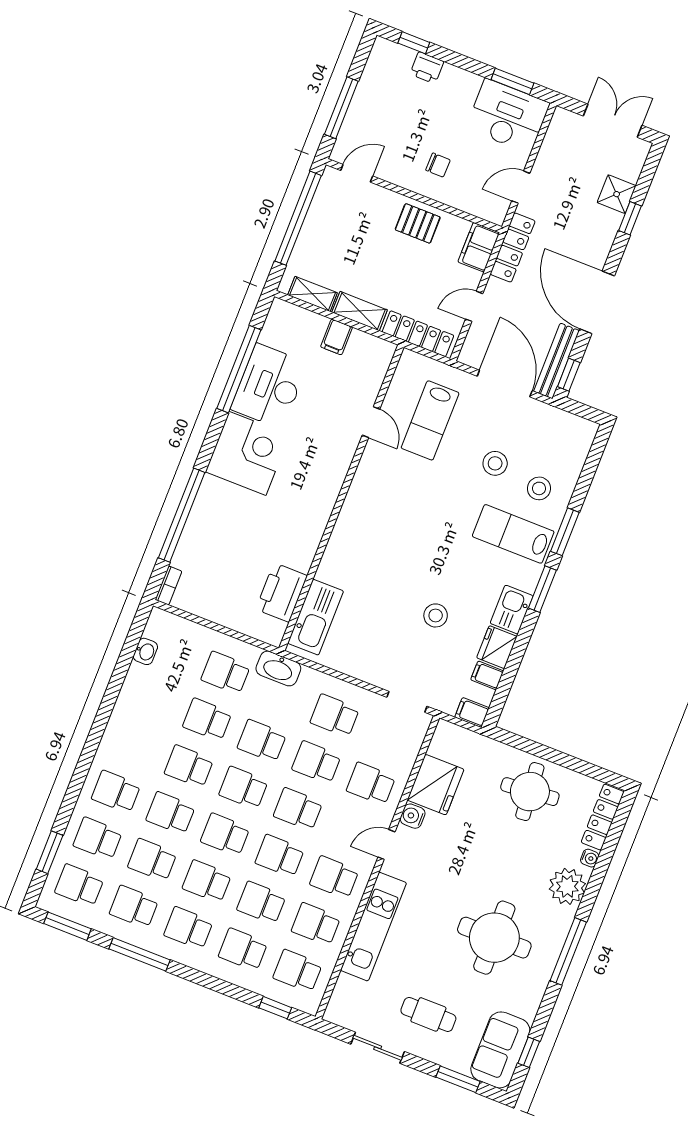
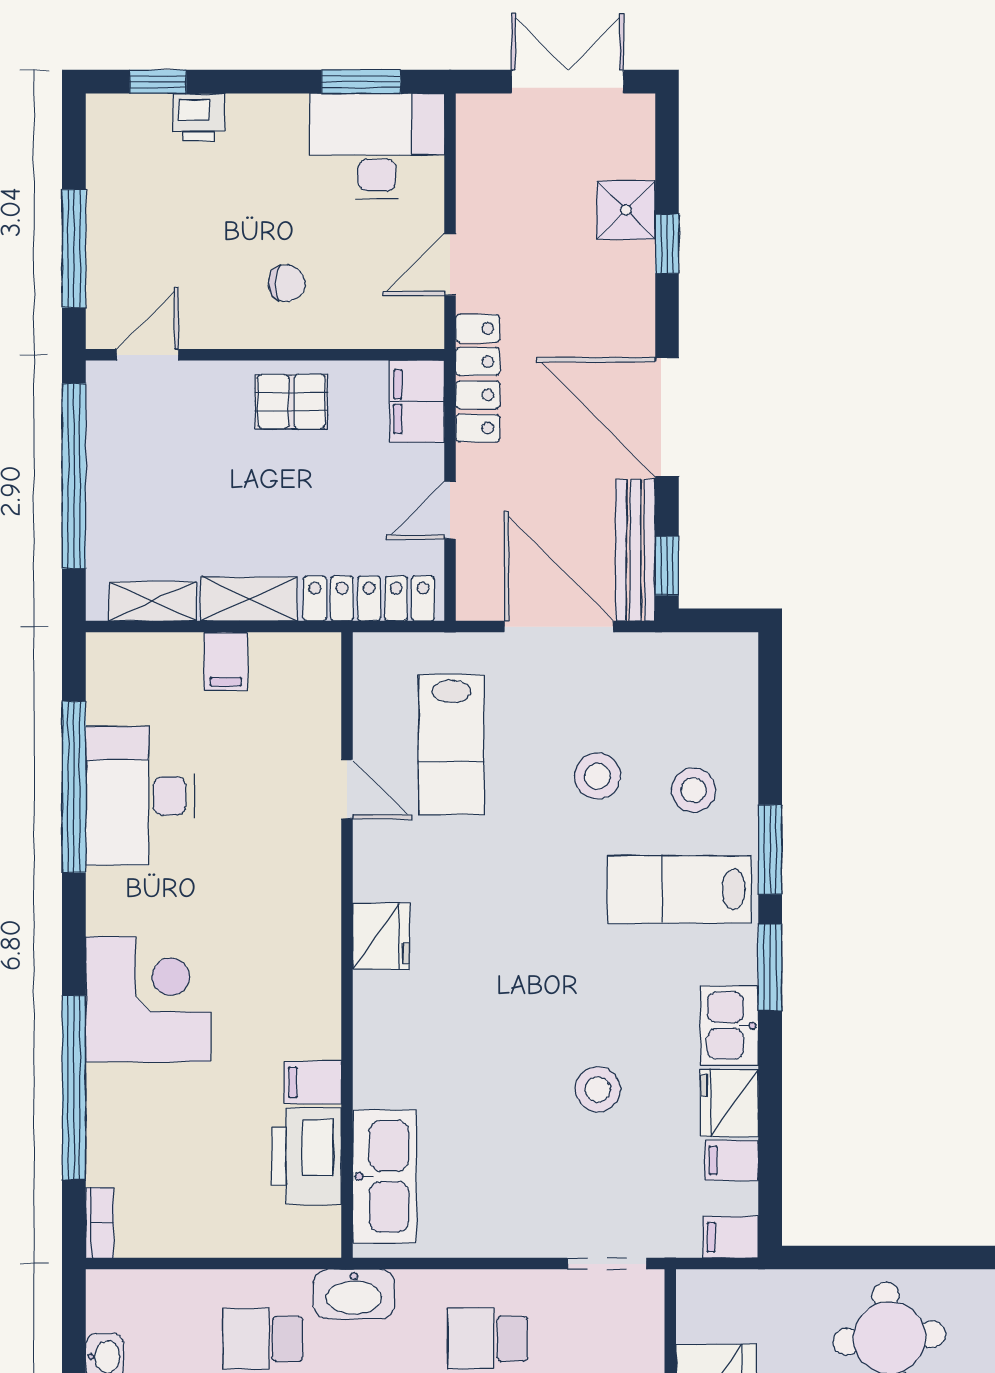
corner desk: (247, 453) -> (148, 999), moved
fridge: (359, 500) -> (381, 936), added
filing cabinet: (299, 558) -> (313, 1082), added

